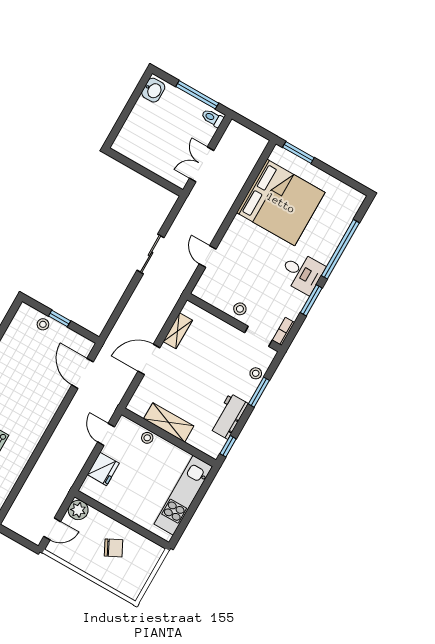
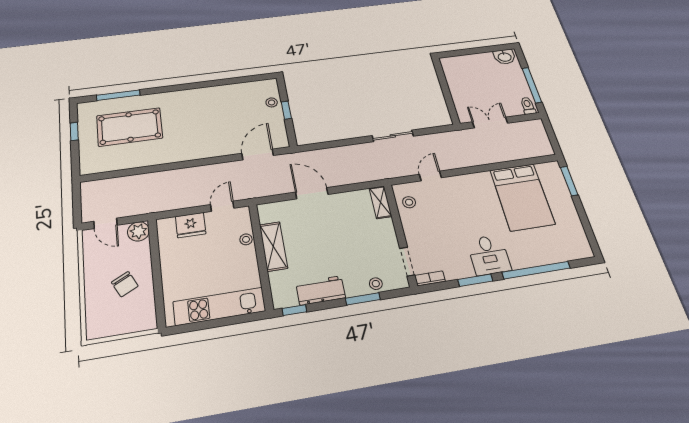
bed: (281, 203) -> (522, 197), width x0.73
stool: (240, 309) -> (409, 202), moved
shelving: (178, 331) -> (380, 202), moved, turned 90

